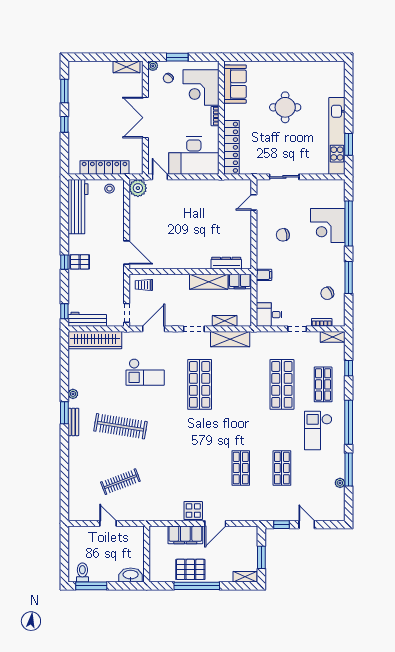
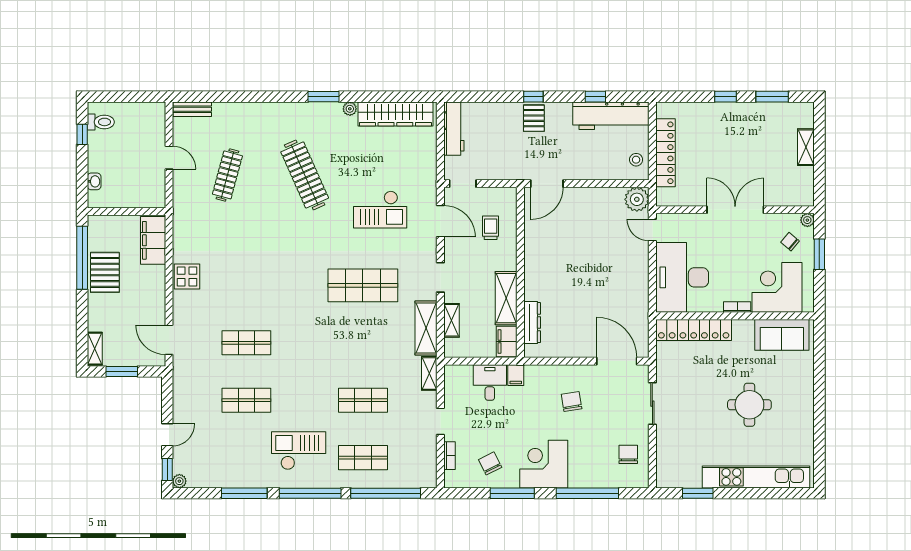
shelving: (127, 67) -> (806, 147), moved
kitchen unit: (337, 136) -> (756, 477), moved
door: (160, 177) -> (652, 230), swing flipped
chair: (321, 194) -> (628, 454), added
door: (254, 202) -> (617, 361), width x1.87
corner desk: (328, 226) -> (544, 464), moved
trolley: (144, 285) -> (491, 228), moved
window: (64, 311) -> (595, 97), moved
desk: (269, 315) -> (490, 382), moved
shelving: (333, 337) -> (429, 373), moved
wardrobe: (95, 340) -> (395, 114), moved, turned -90
window: (349, 368) -> (386, 493), width x3.17
checkout: (145, 372) -> (380, 209), turned -90
shop shelf: (282, 384) -> (363, 400), width x0.70, depth x0.74
bench: (73, 422) -> (192, 109), moved
clothes rail: (120, 426) -> (305, 175), turned -33
clothes rail: (120, 482) -> (227, 175), turned 36
plant: (340, 483) -> (179, 481), moved
door: (108, 523) -> (169, 158), hinge flipped
door: (215, 523) -> (169, 340), moved
window: (281, 525) -> (167, 469), moved
filing cabinet: (185, 535) -> (153, 240), moved
washbasin: (131, 575) -> (94, 181), width x0.52, depth x0.69
window: (91, 586) -> (82, 134), width x0.46
window: (197, 586) -> (82, 258), moved

